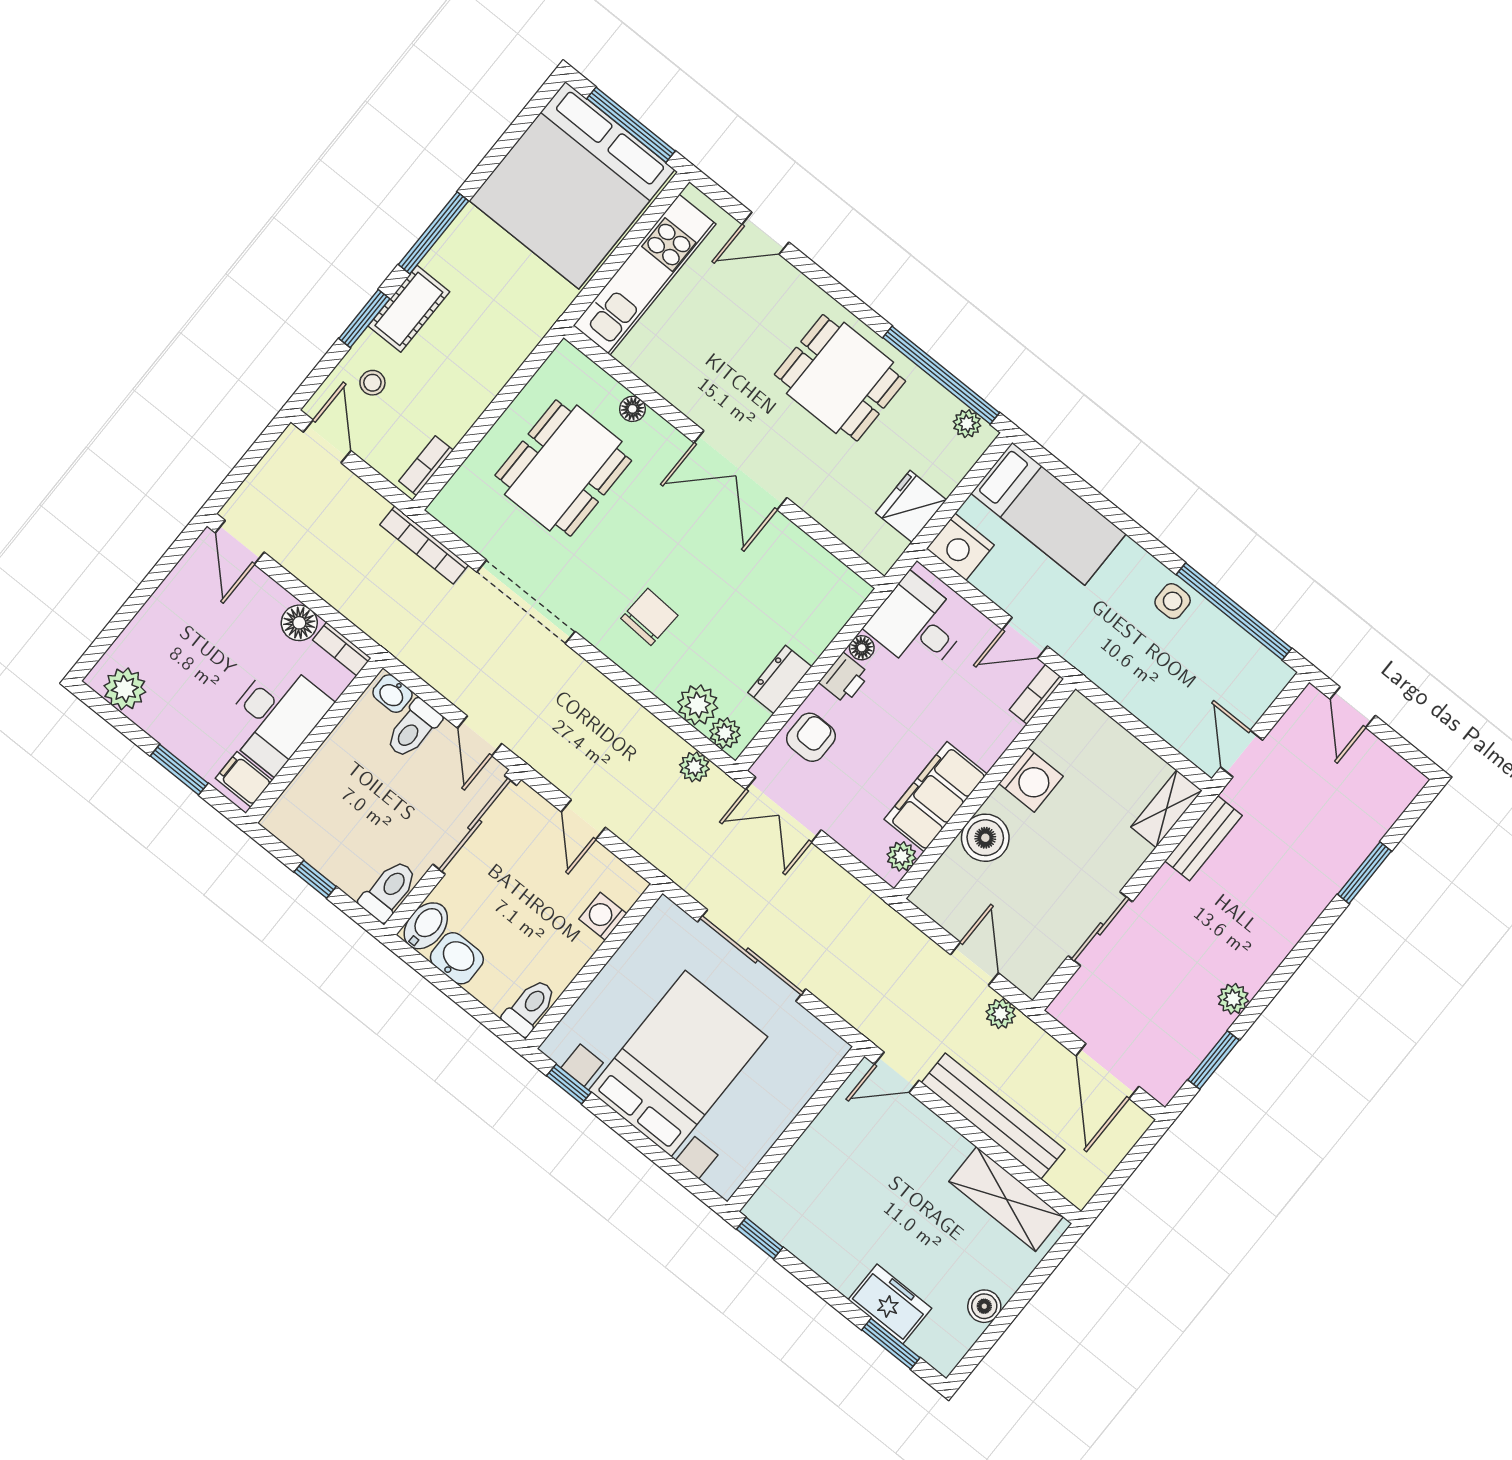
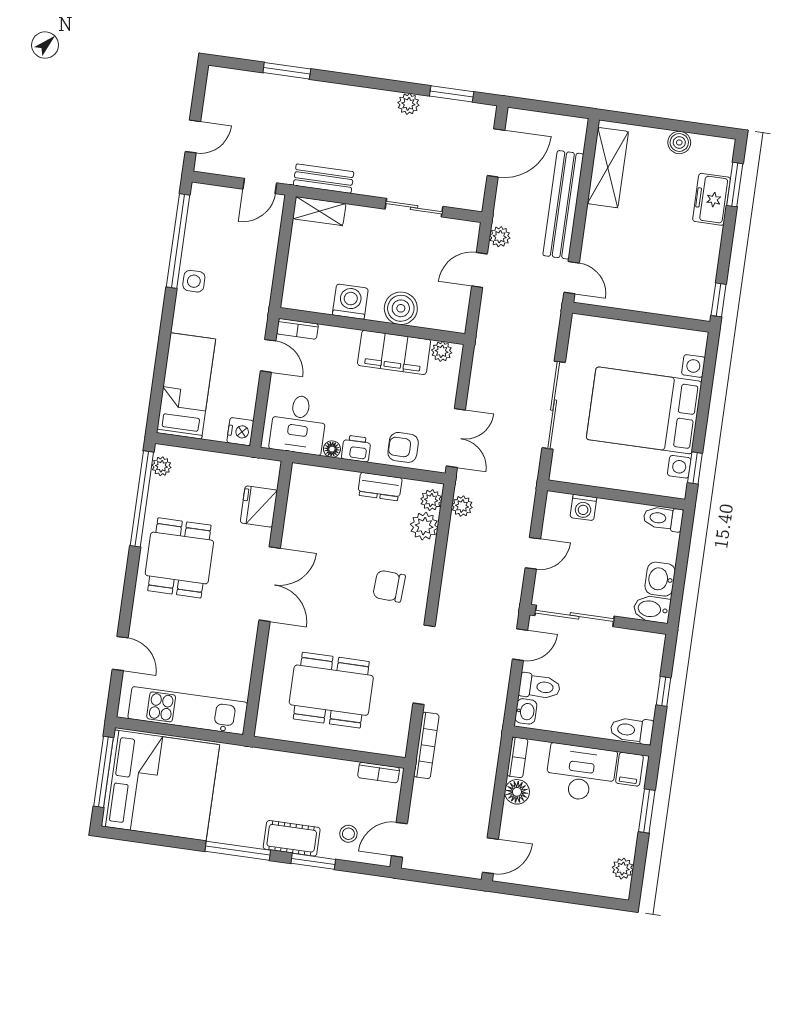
floor lamp: (632, 409) -> (272, 670), removed
fridge: (911, 506) -> (259, 507), moved, turned 90
nightstand: (960, 547) -> (240, 432), width x0.74, depth x0.75
plant: (125, 689) -> (623, 869), width x0.73, depth x0.73
toilet: (389, 890) -> (632, 730), moved

